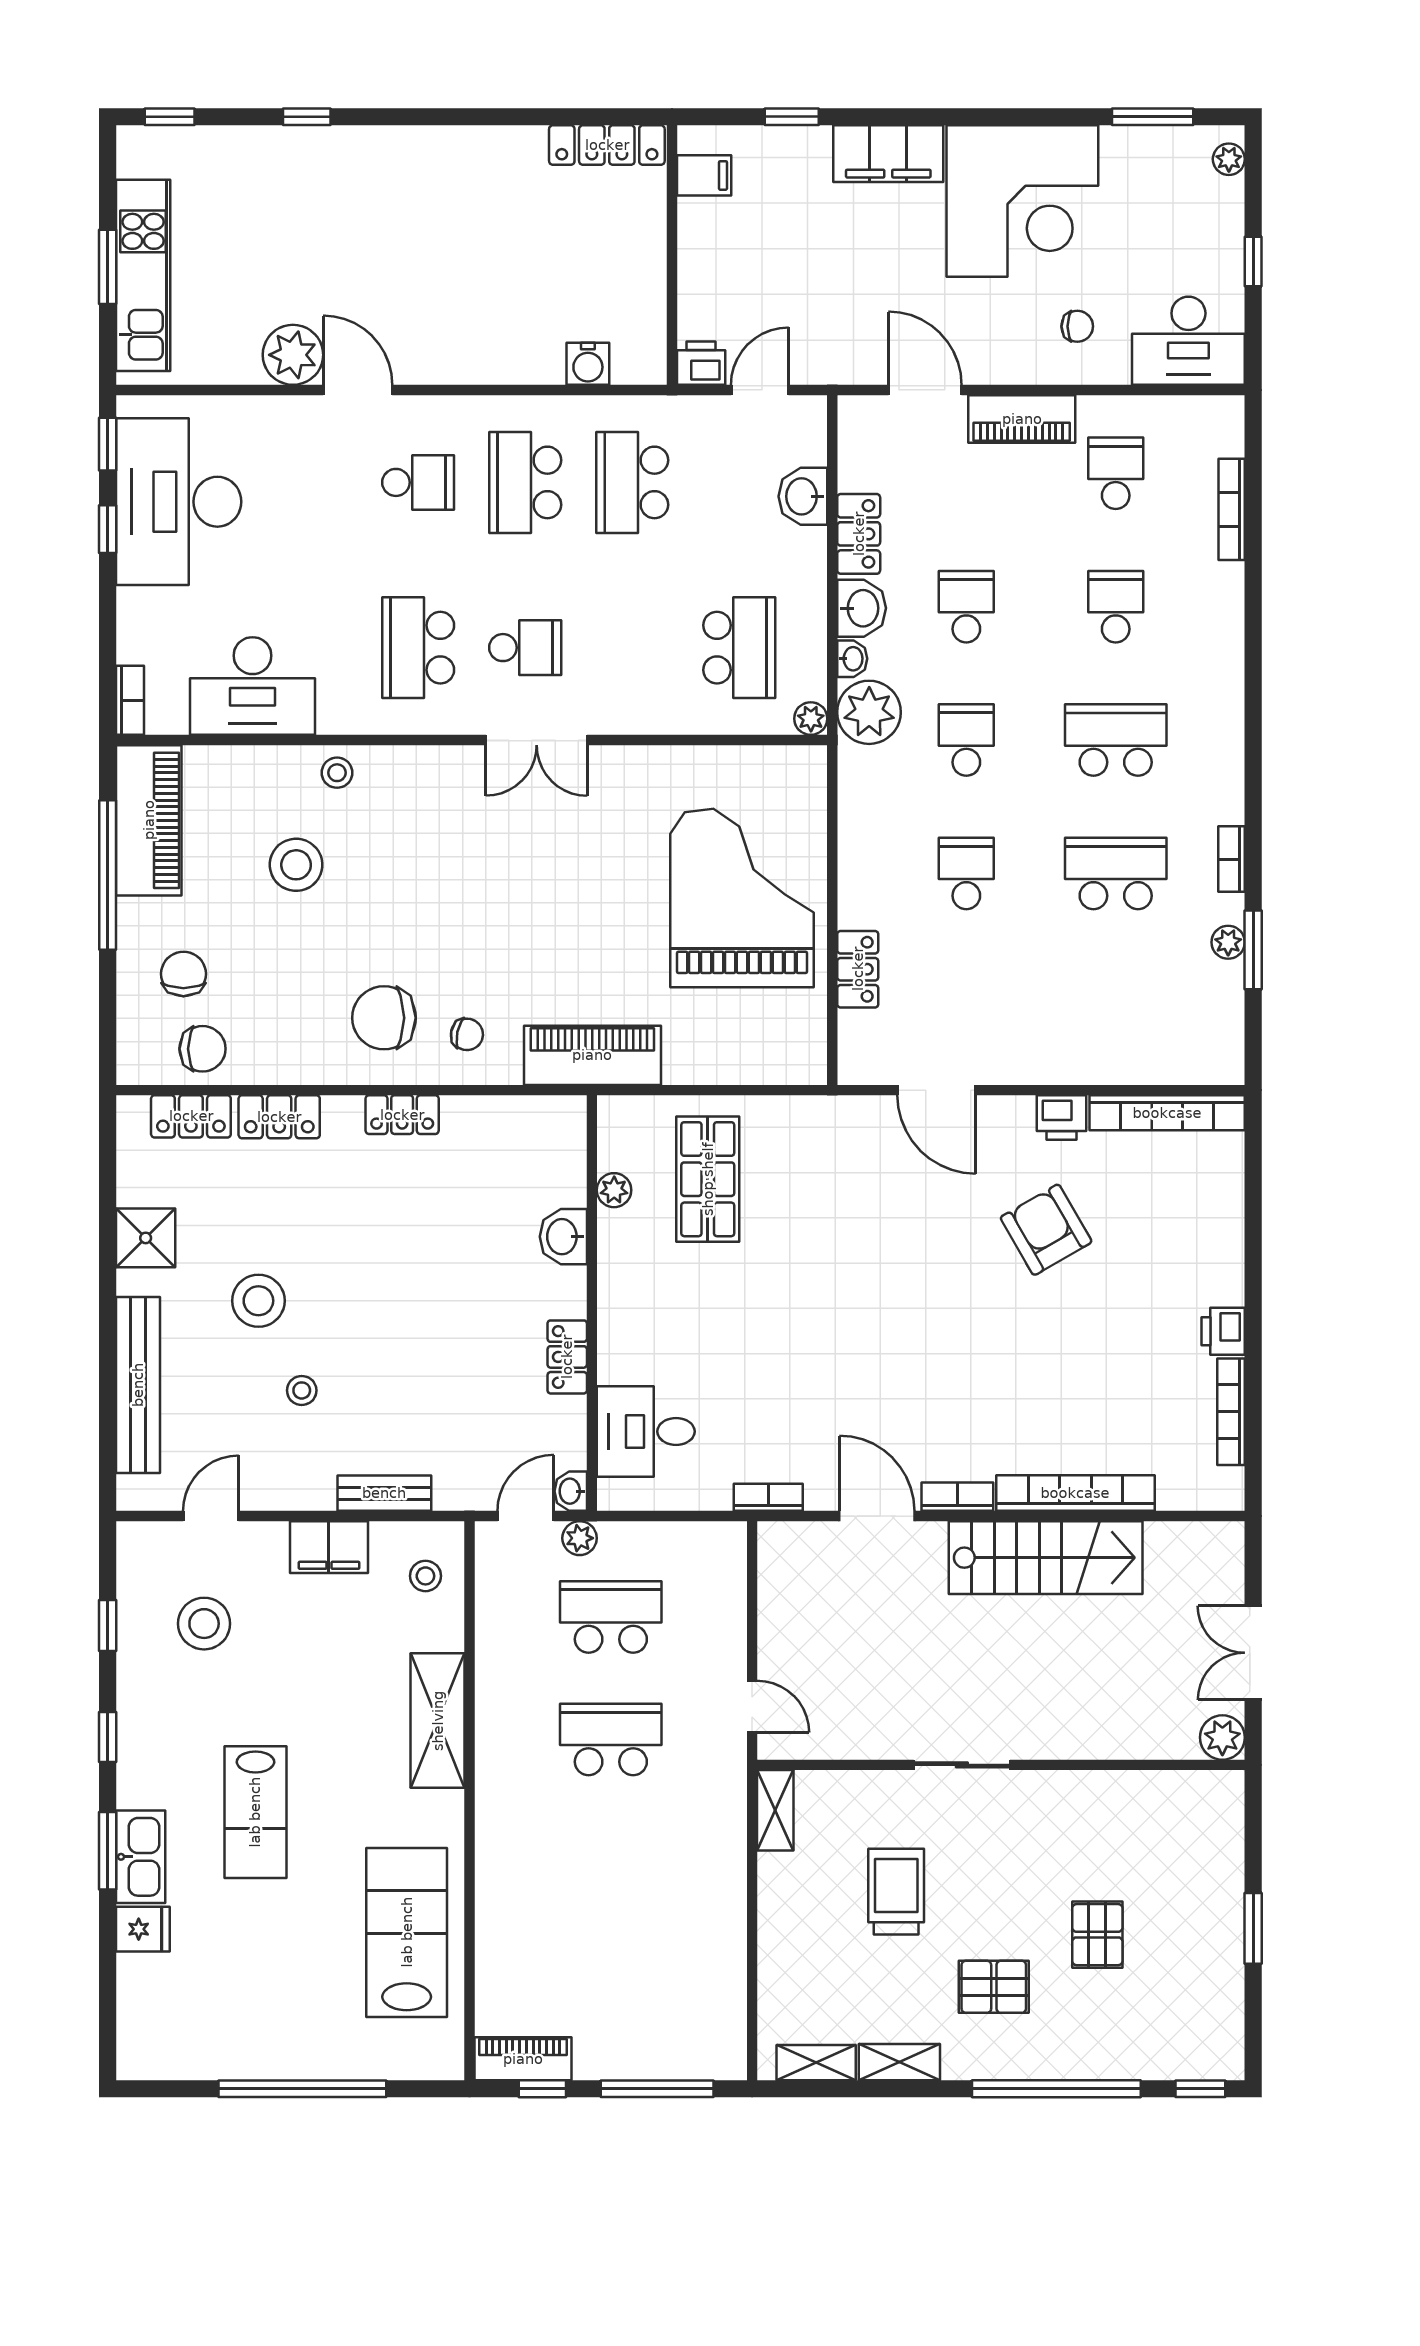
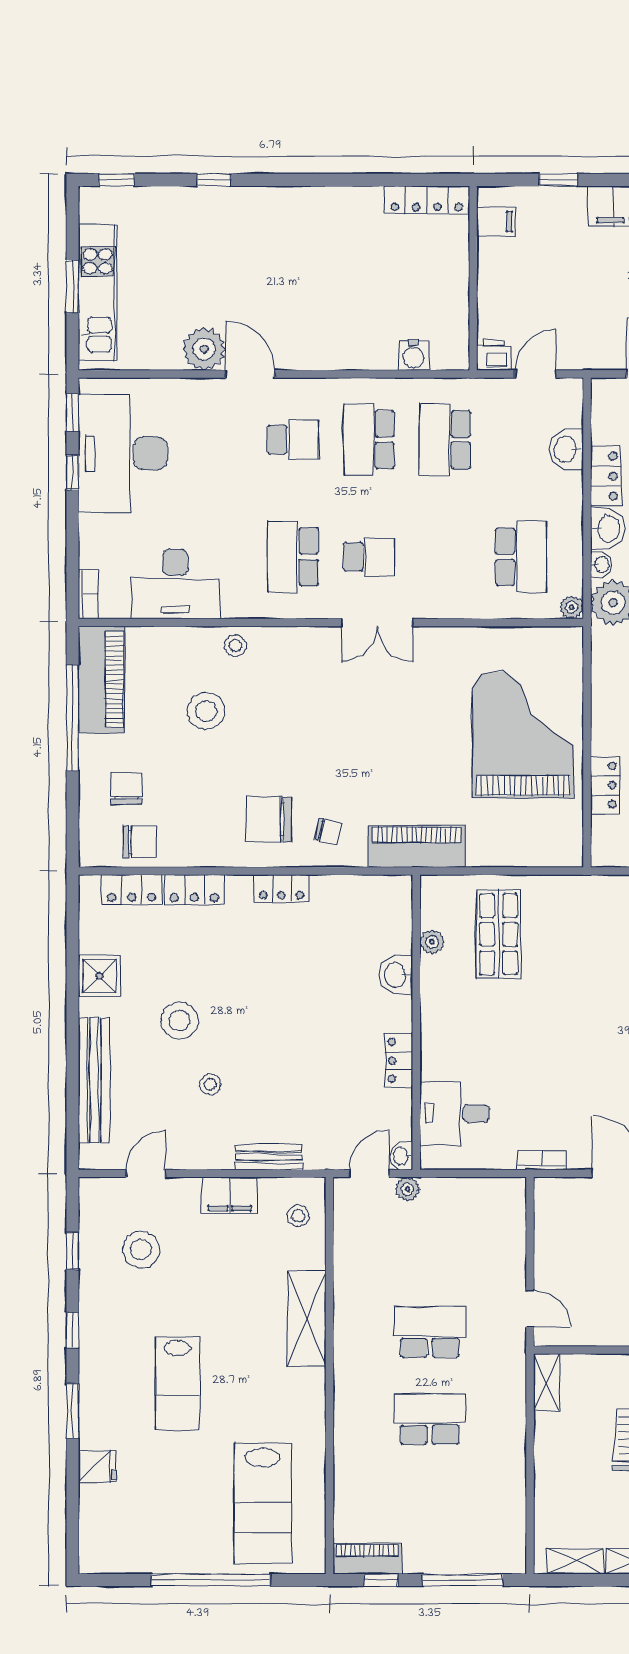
school desk: (611, 1617) -> (430, 1419), moved
kitchen sink: (141, 1857) -> (96, 1415), removed
lab bench: (407, 1932) -> (263, 1503), moved, turned 180

